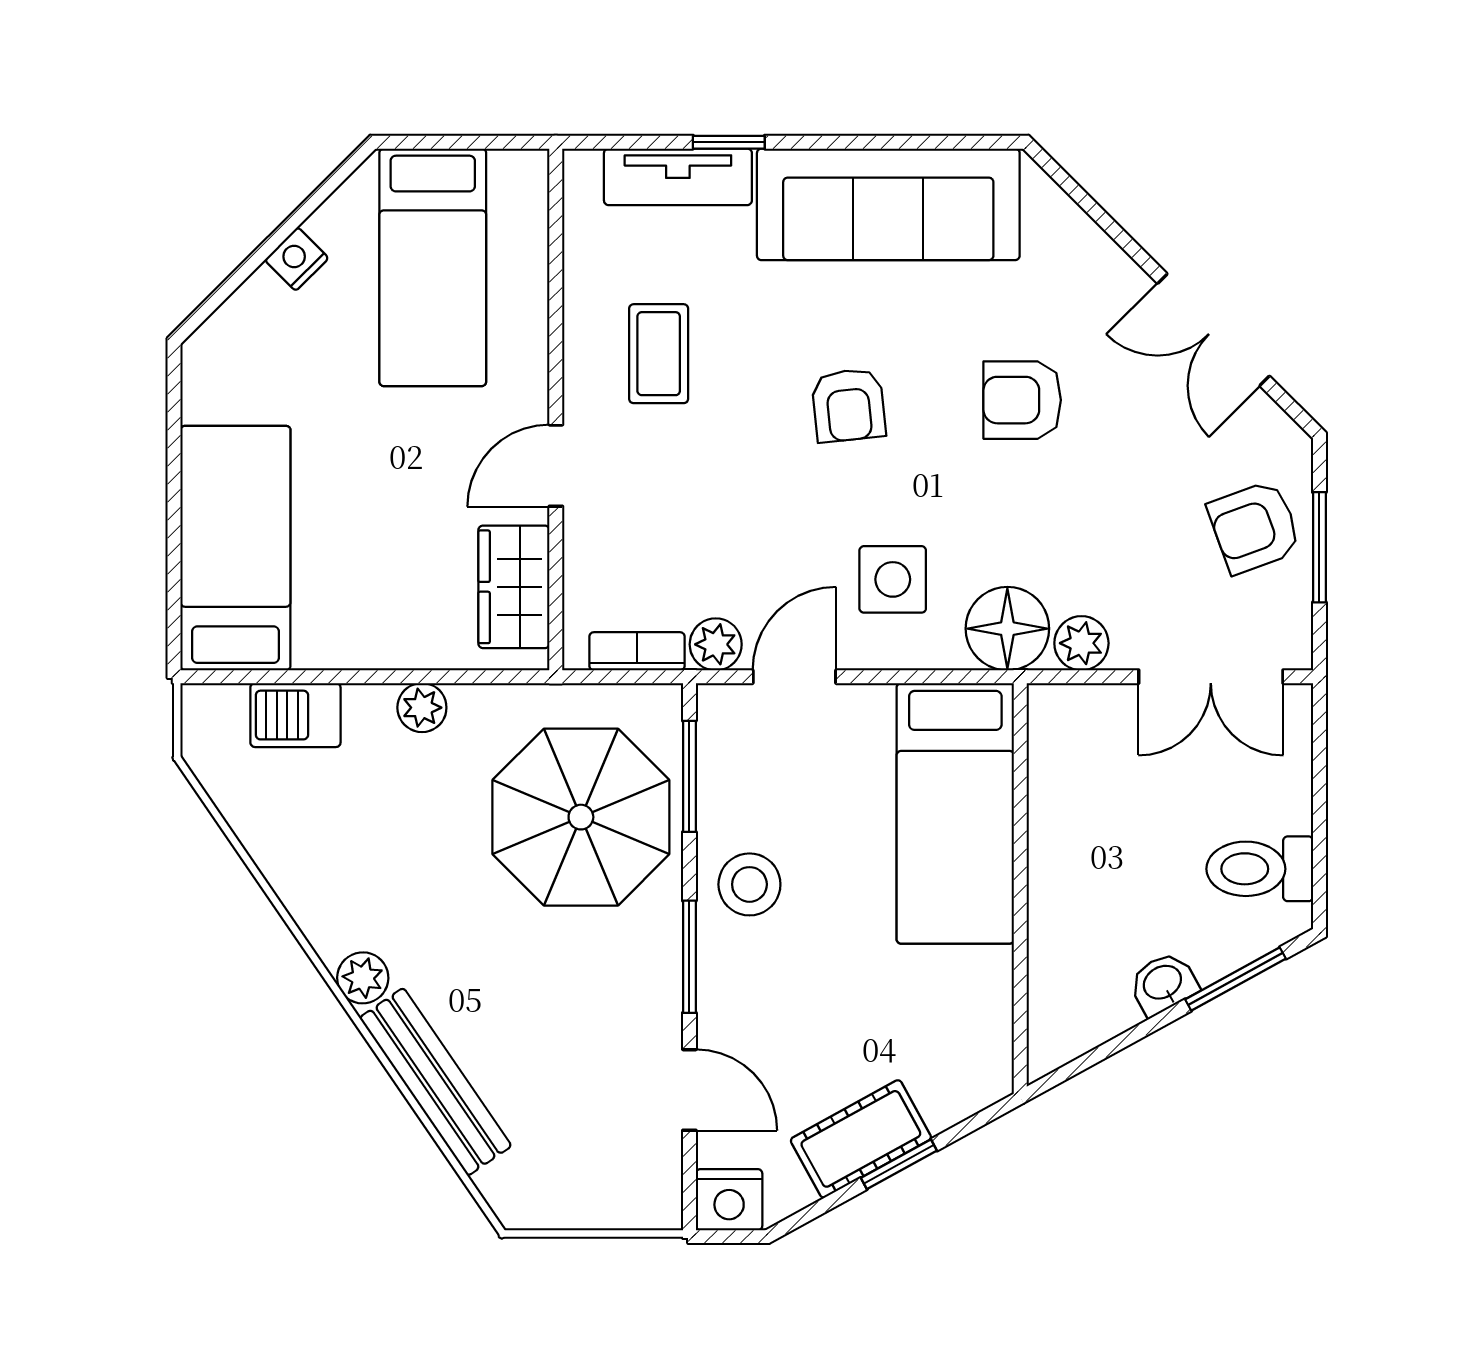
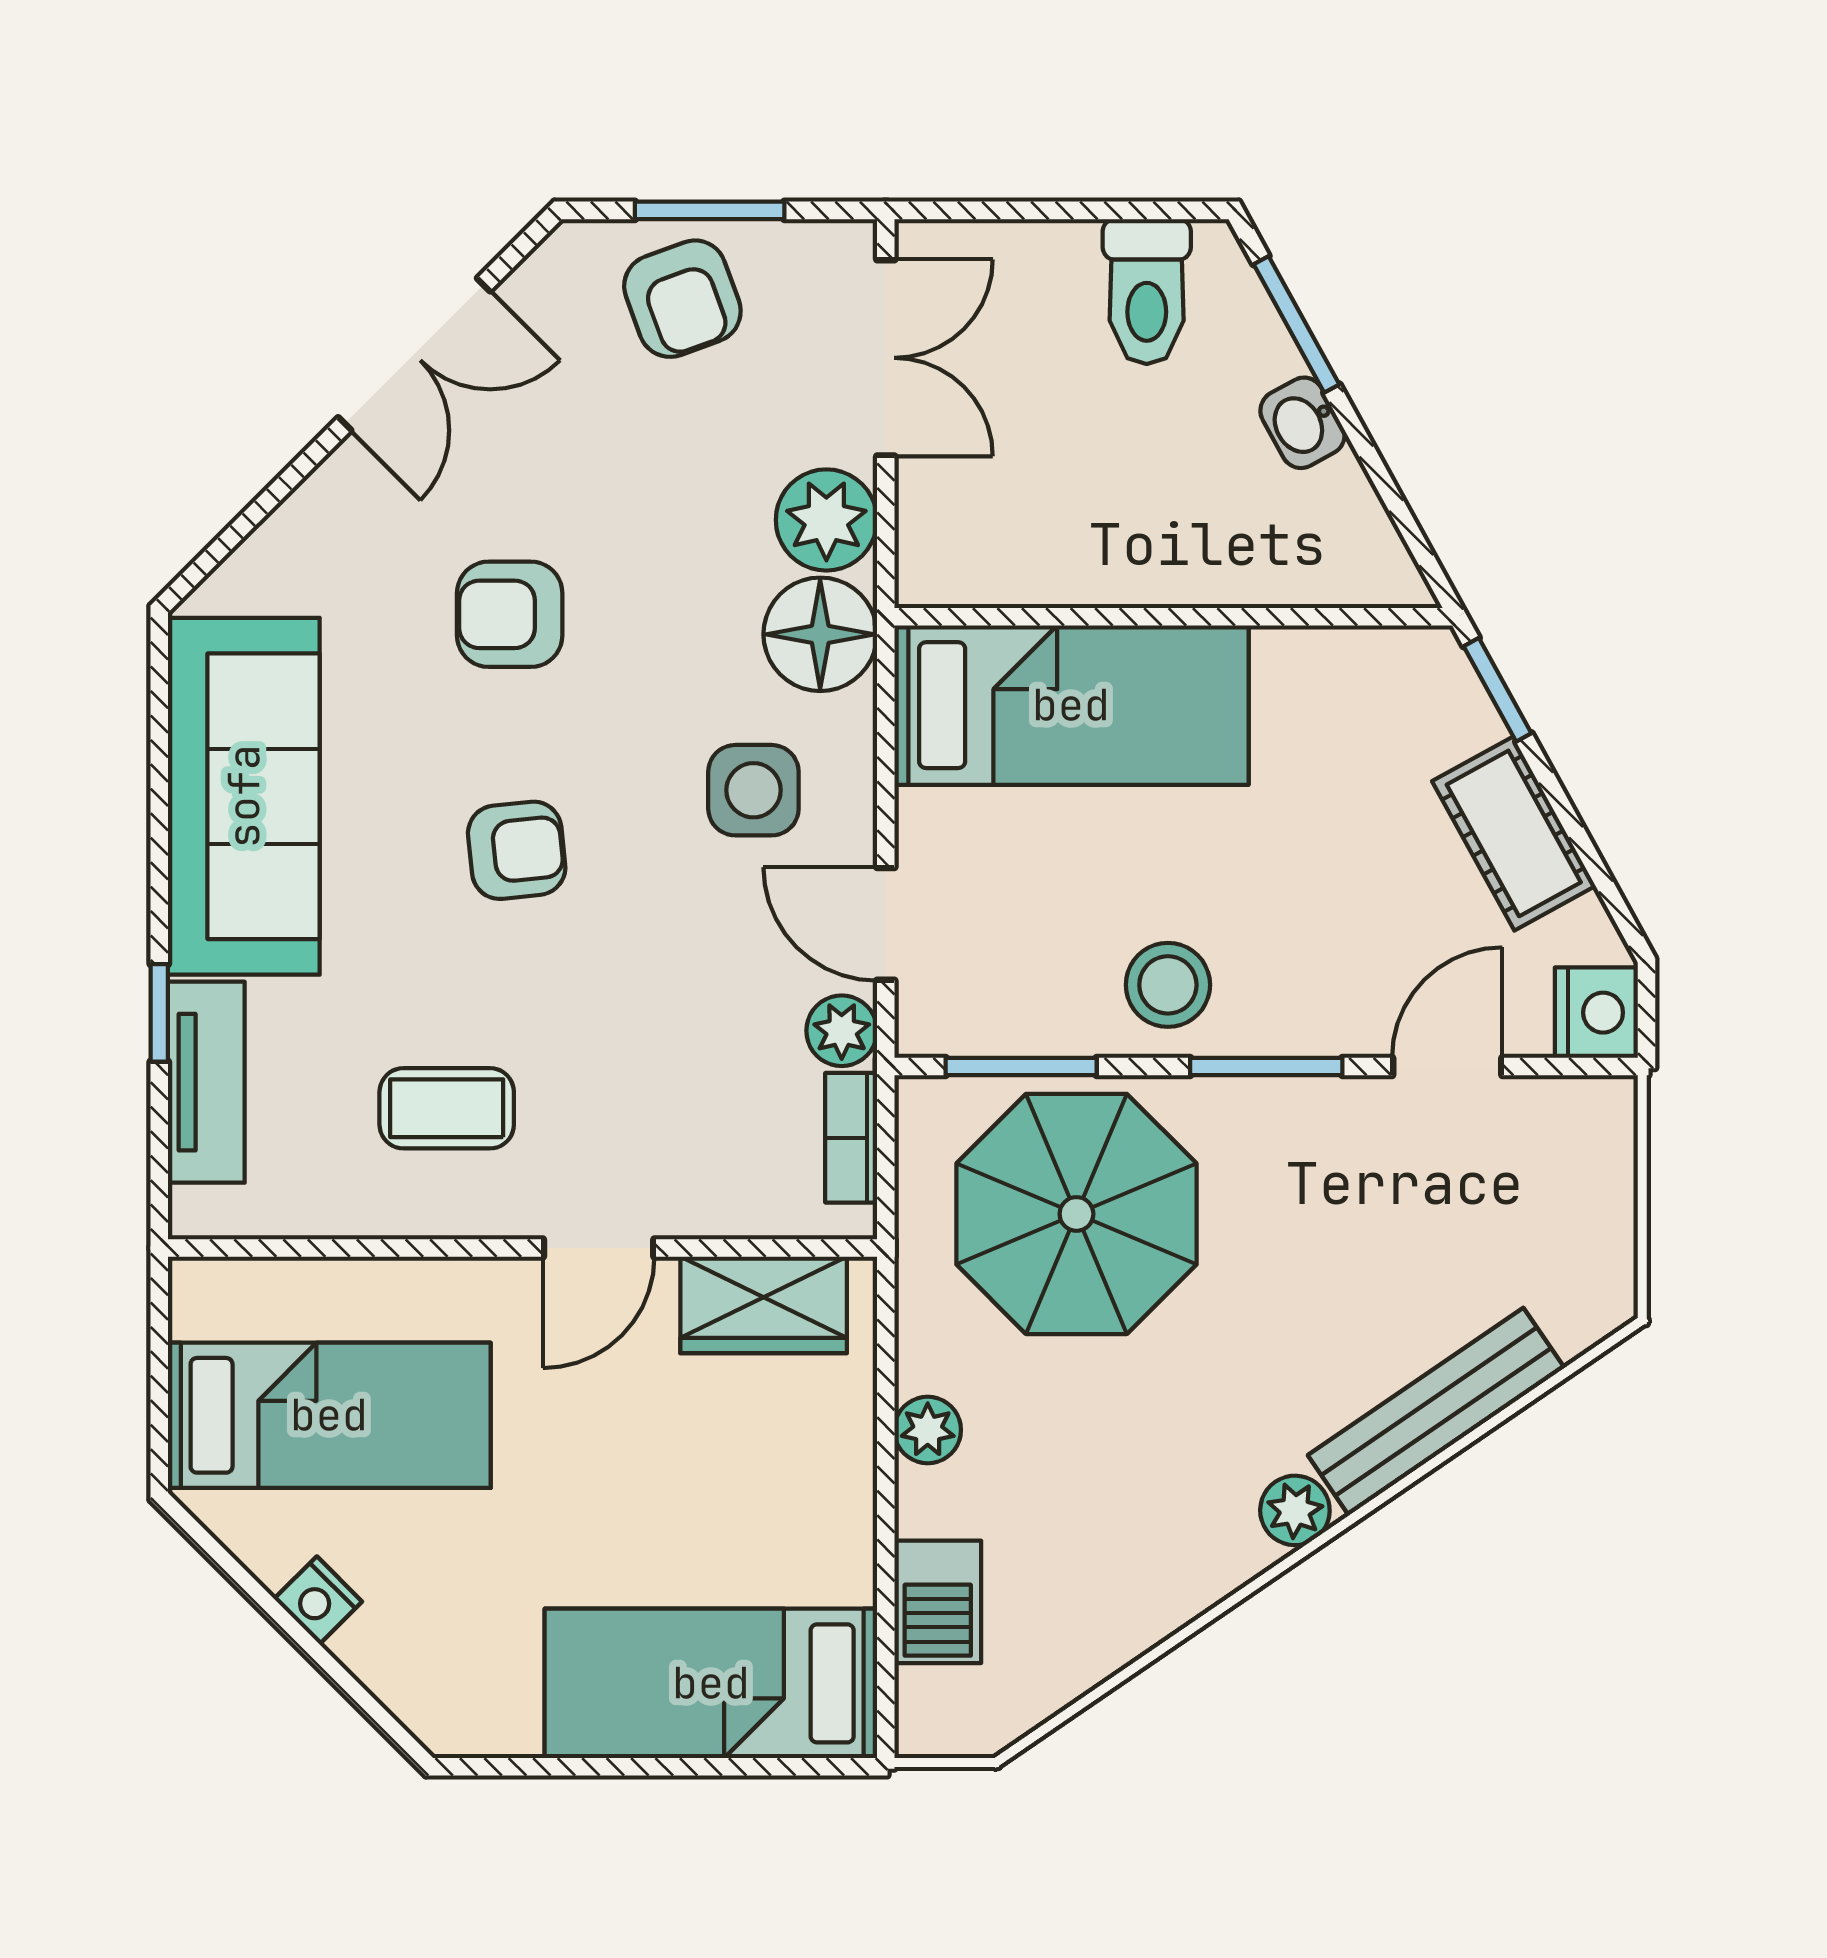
armchair: (1022, 400) -> (510, 614), turned 90
door: (556, 466) -> (599, 1248), hinge flipped
plant: (1081, 643) -> (826, 520), width x1.38, depth x1.38
window: (899, 1164) -> (1498, 690), moved

